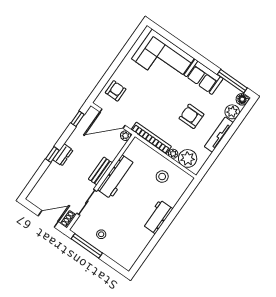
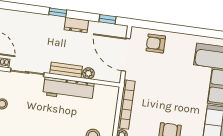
armchair: (116, 91) -> (156, 43), turned 180
plant: (126, 136) -> (88, 73), moved
dresser: (63, 155) -> (76, 25), moved

